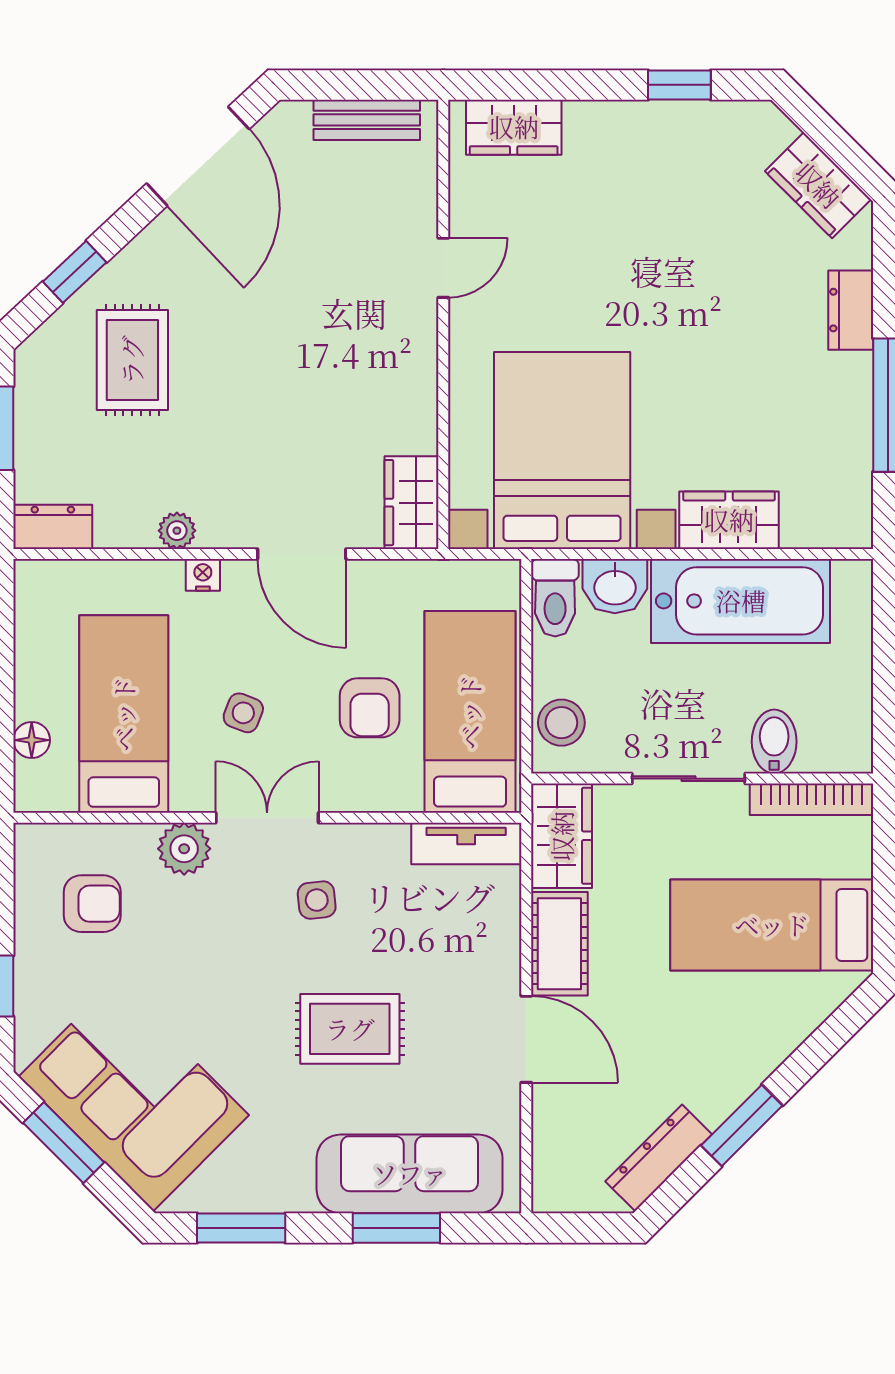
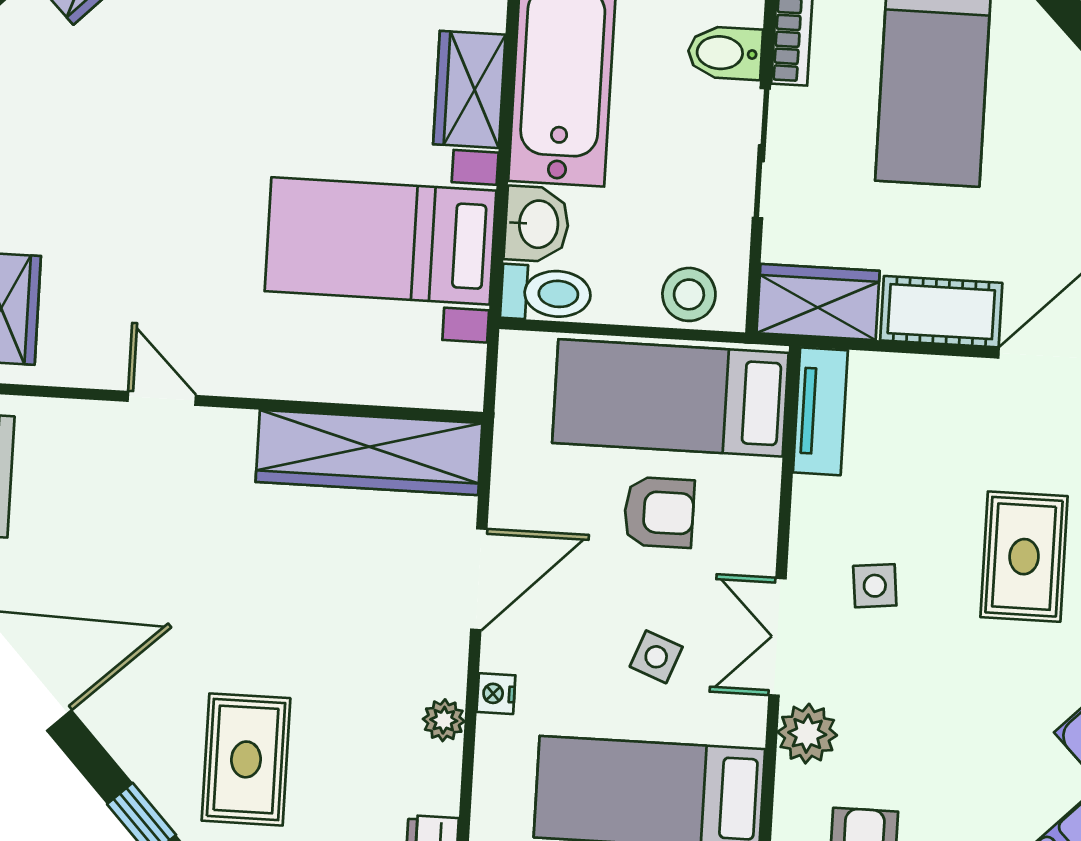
rug: (132, 360) -> (246, 759), turned 90
bed with nightstands: (562, 450) -> (380, 241), width x0.73
wardrobe: (411, 503) -> (369, 452), width x2.10, depth x1.17

